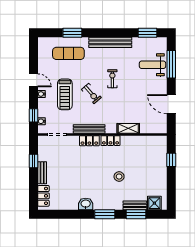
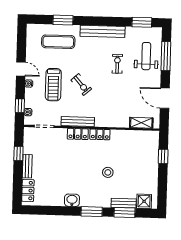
weight bench: (153, 65) -> (146, 56), turned 90
exercise bike: (112, 79) -> (117, 64), moved
shelving: (128, 128) -> (141, 123), moved

